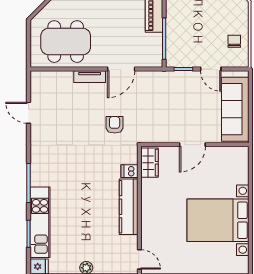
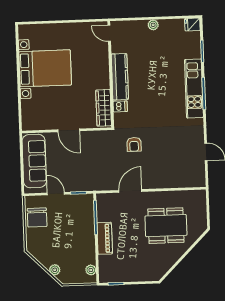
chair: (234, 41) -> (37, 217), width x1.87, depth x1.87
dining table: (66, 42) -> (166, 226), moved
tv unit: (90, 77) -> (156, 184), removed
door: (192, 145) -> (69, 130), swing flipped
wardrobe: (150, 163) -> (104, 108), width x1.50
kitchen unit: (40, 222) -> (194, 88), moved

